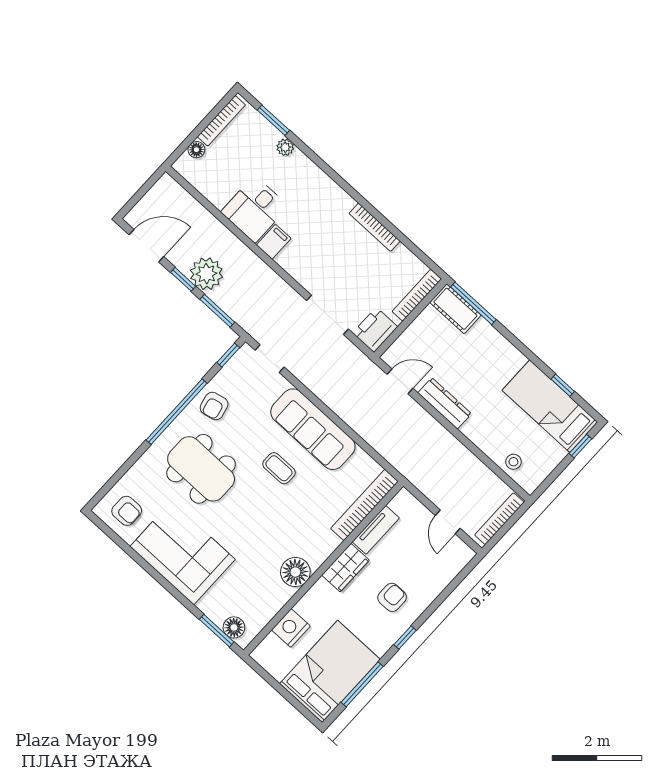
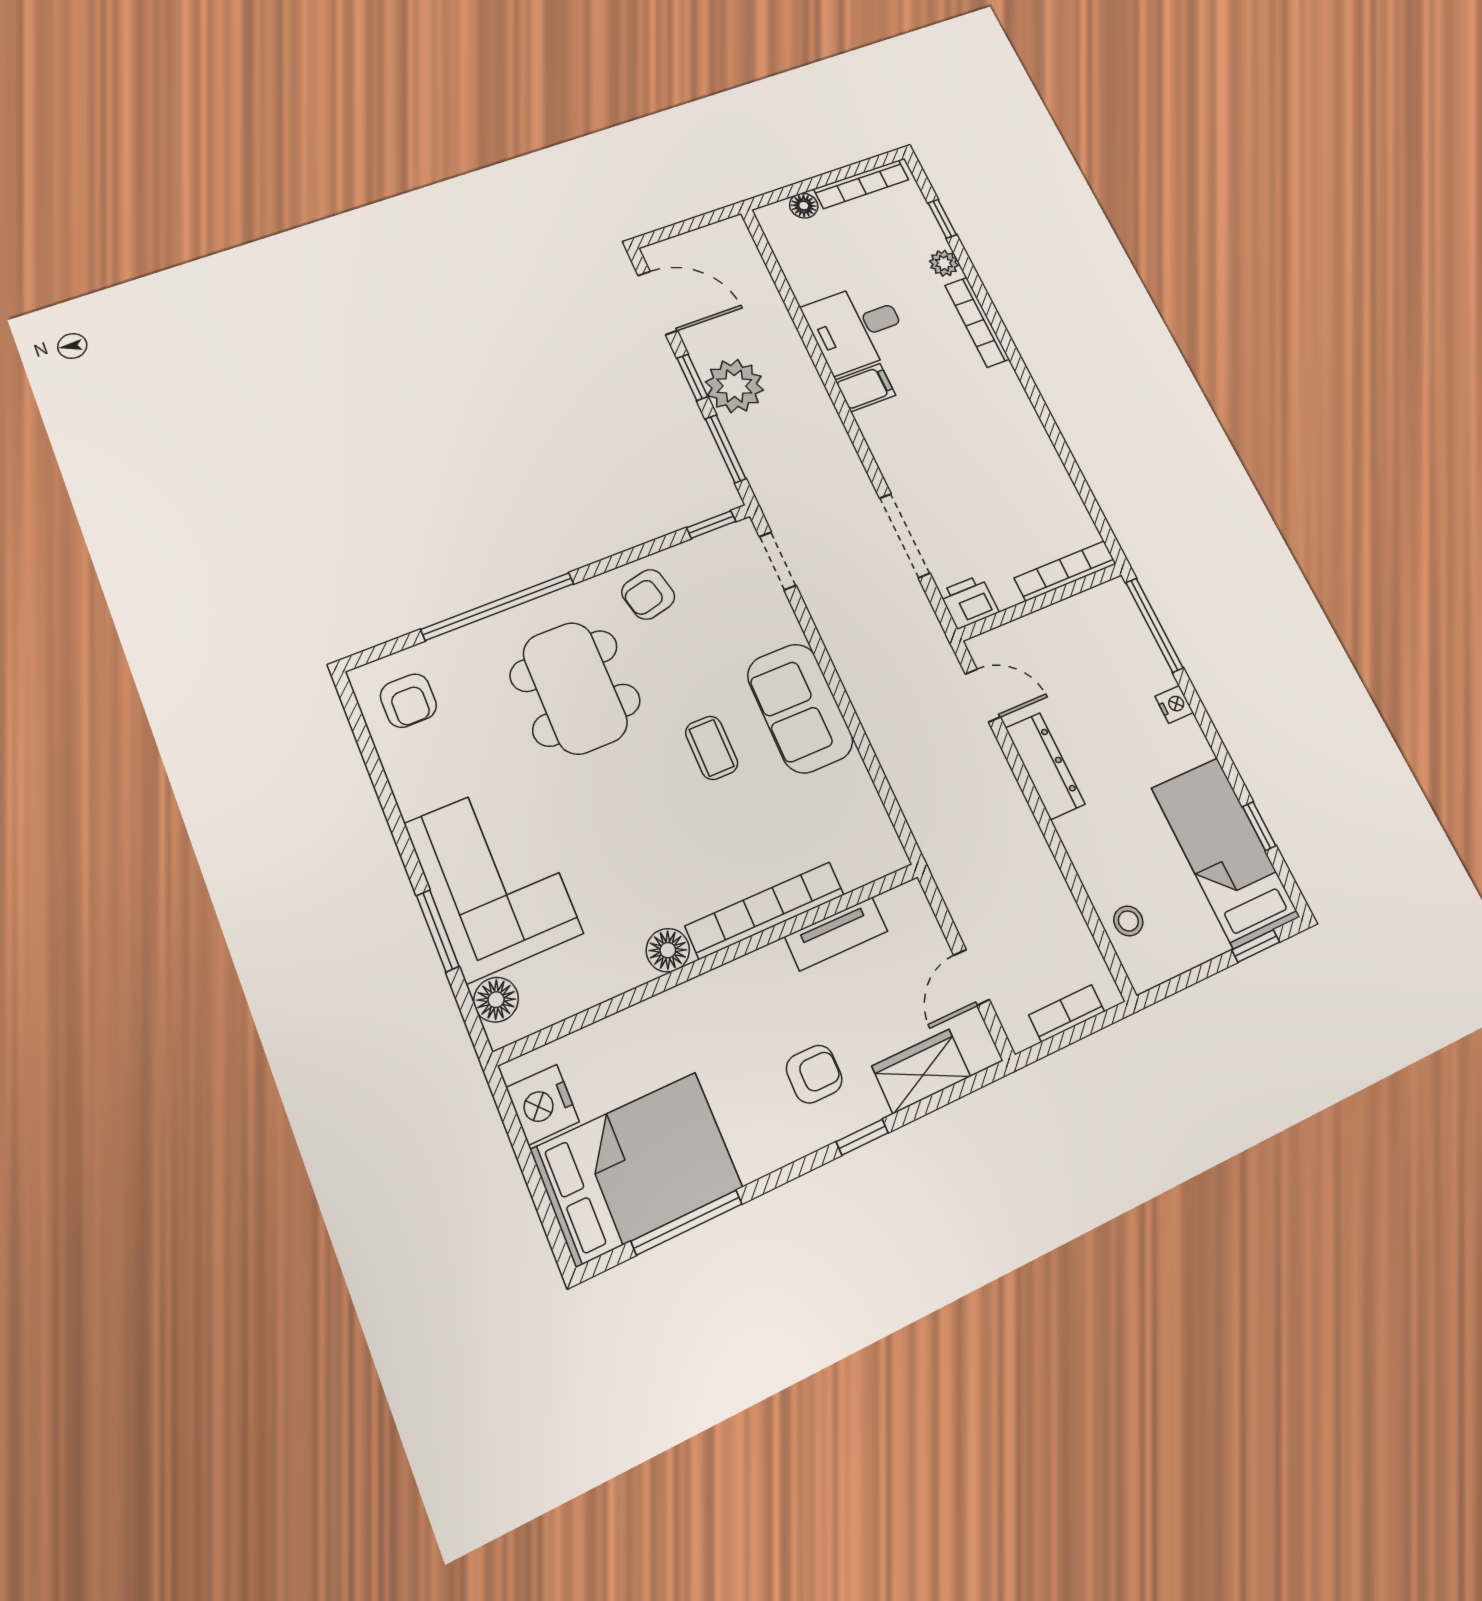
window: (273, 120) -> (942, 219), width x0.67
bookcase: (375, 227) -> (977, 322), moved
cot: (455, 309) -> (1121, 620), removed
printer: (375, 330) -> (969, 602), width x0.73, depth x0.81
nightstand: (498, 341) -> (1174, 704), added
window: (177, 412) -> (498, 606), moved
sofa: (313, 429) -> (800, 708), width x0.73
bookcase: (364, 505) -> (765, 910), moved
bookcase: (499, 519) -> (1067, 1013), width x0.64
corner sofa: (183, 553) -> (493, 878), moved
wardrobe: (346, 568) -> (921, 1071), moved, turned 180
floor lamp: (295, 572) -> (668, 950), width x0.73, depth x0.73
nightstand: (291, 628) -> (543, 1105), moved, turned -90
window: (217, 631) -> (438, 931), moved
window: (405, 638) -> (862, 1137), moved

